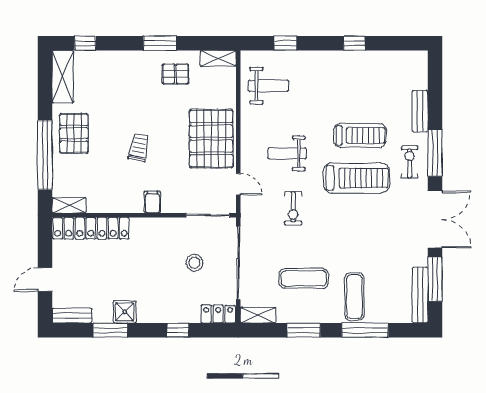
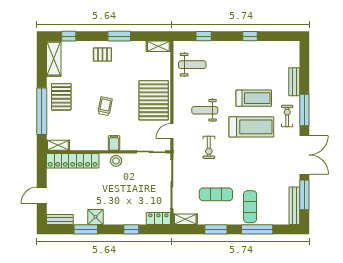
pallet: (175, 74) -> (102, 54), moved
door: (238, 184) -> (172, 131), swing flipped
stool: (195, 263) -> (116, 161), moved

